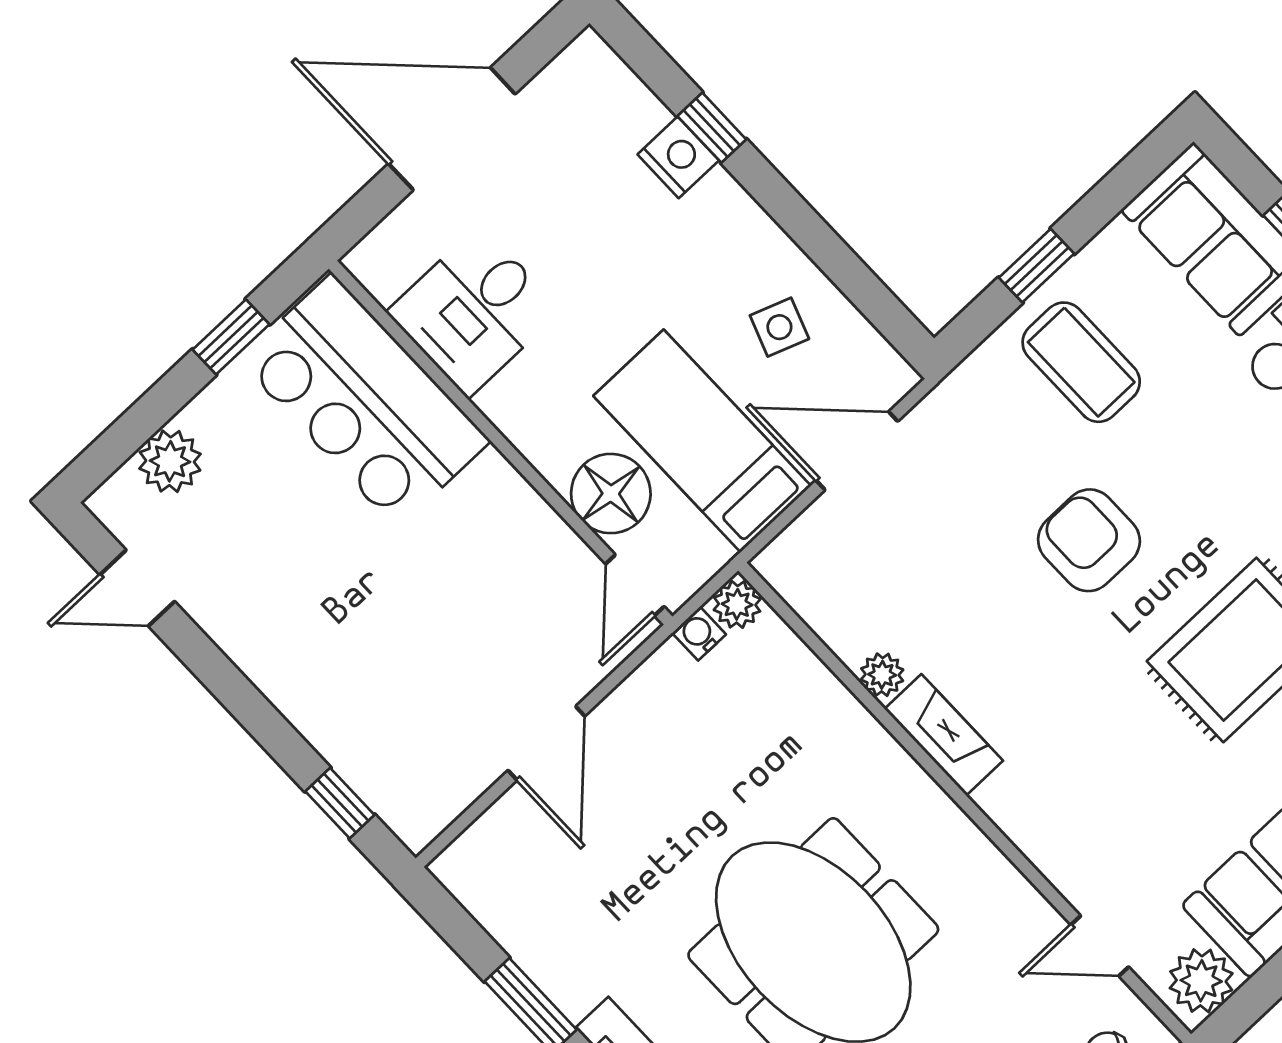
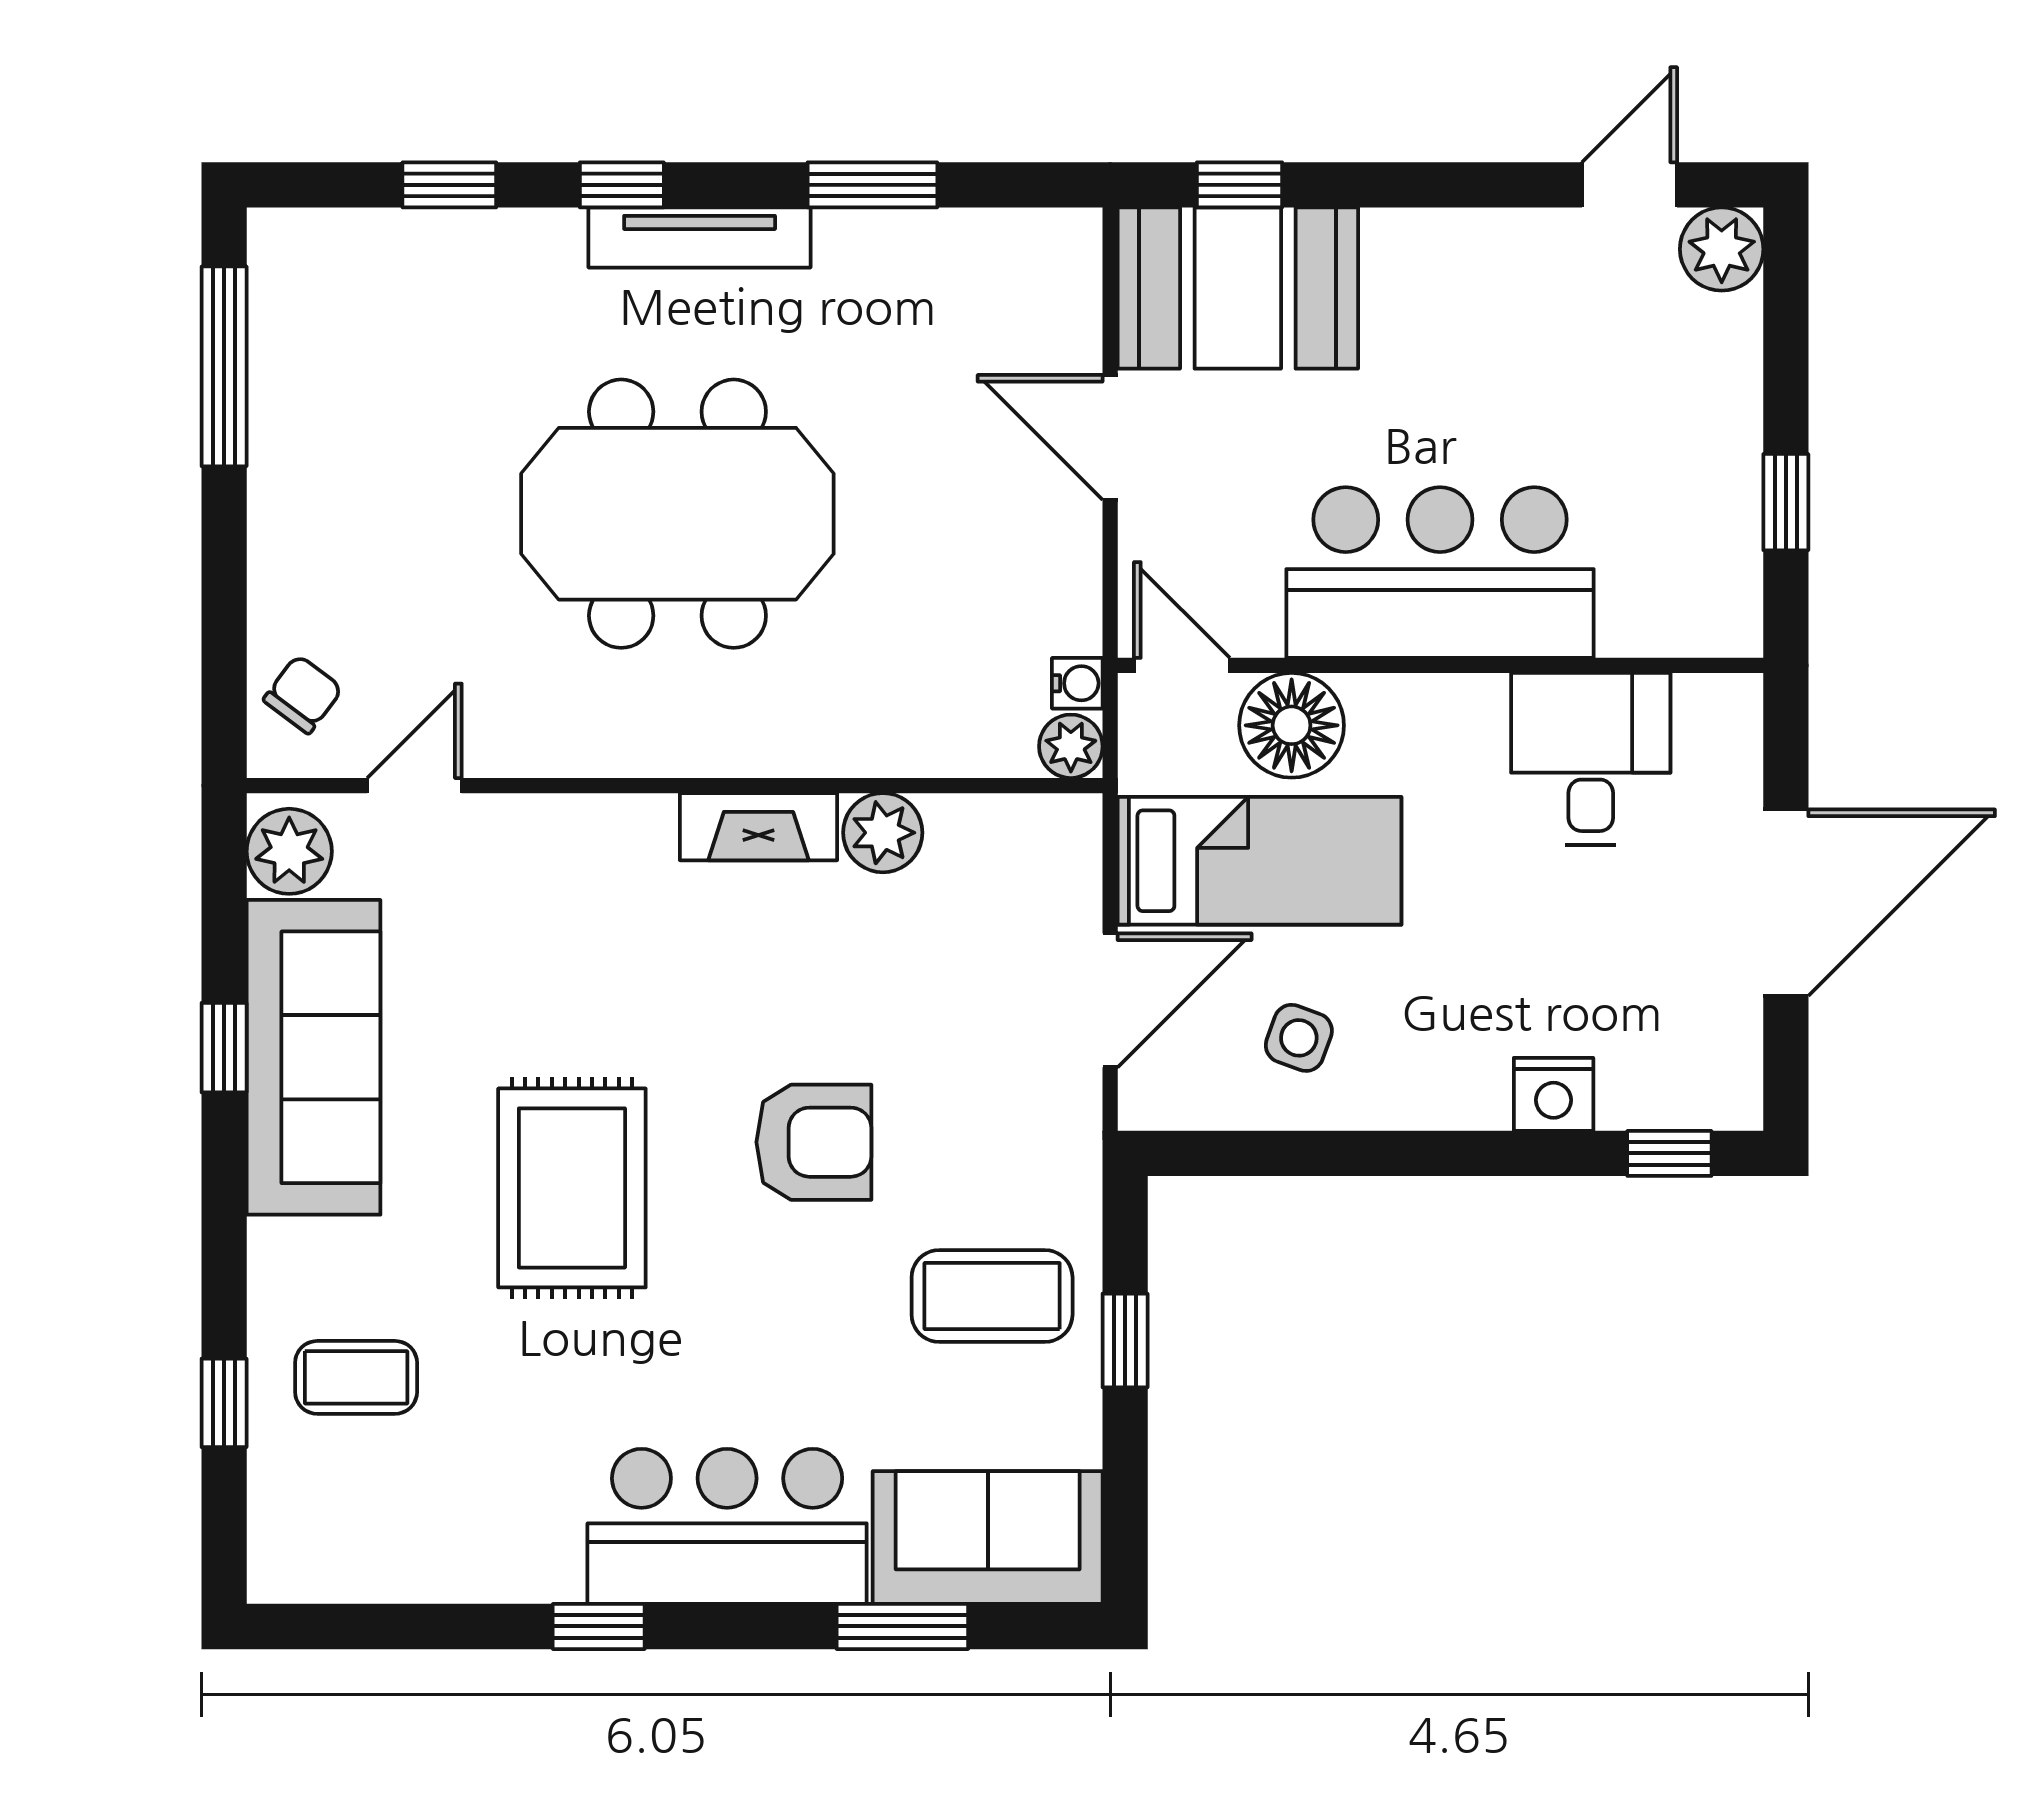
window: (712, 128) -> (1669, 1153), moved
bar counter: (364, 401) -> (1440, 573), moved
plant: (170, 461) -> (1722, 249), moved
plant: (882, 675) -> (883, 833), width x1.38, depth x1.38
booth: (398, 750) -> (1238, 288), added

